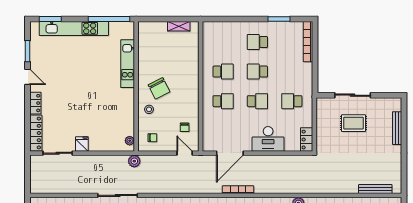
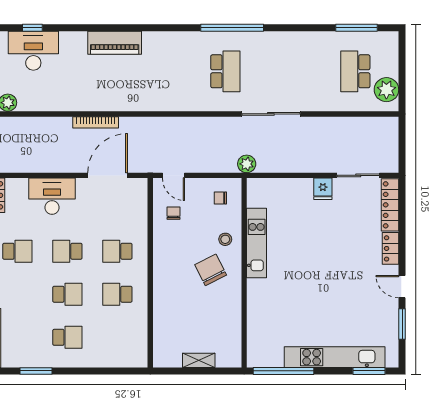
shelving: (179, 26) -> (199, 360), moved
kitchen unit: (128, 64) -> (257, 243), moved
plant: (130, 141) -> (253, 194), removed

